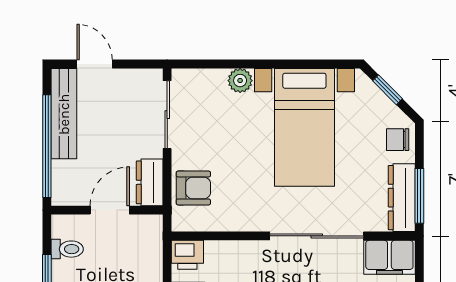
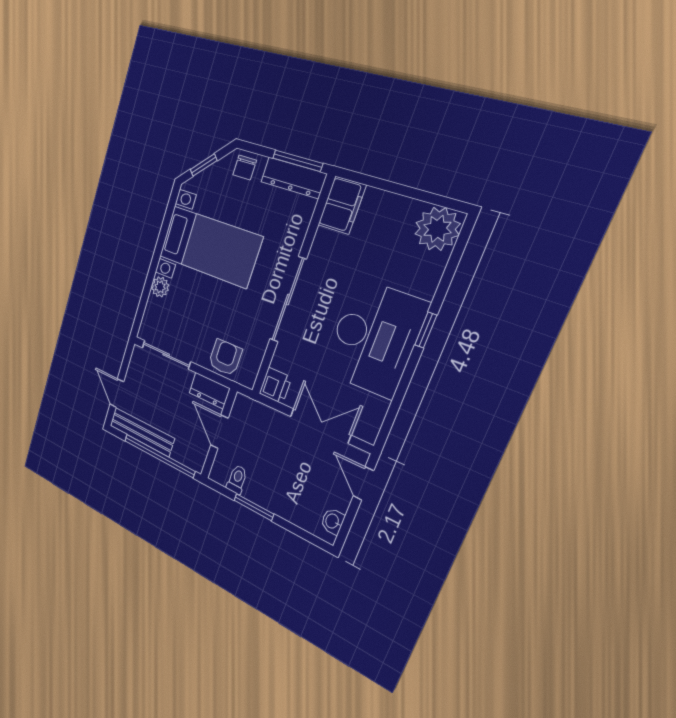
door: (95, 64) -> (117, 393), hinge flipped
sliding door: (317, 236) -> (288, 300), moved

